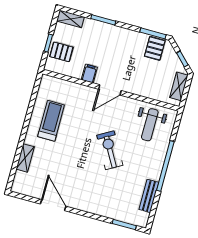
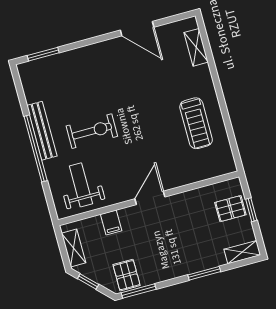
filing cabinet: (89, 74) -> (111, 222), moved
exercise bike: (110, 150) -> (92, 131), moved, turned -60
shelving: (25, 158) -> (196, 47), moved
bench: (149, 196) -> (42, 131), moved, width x1.36

